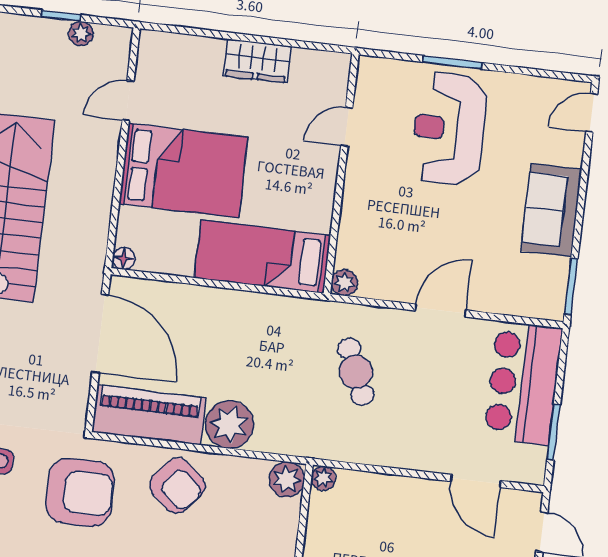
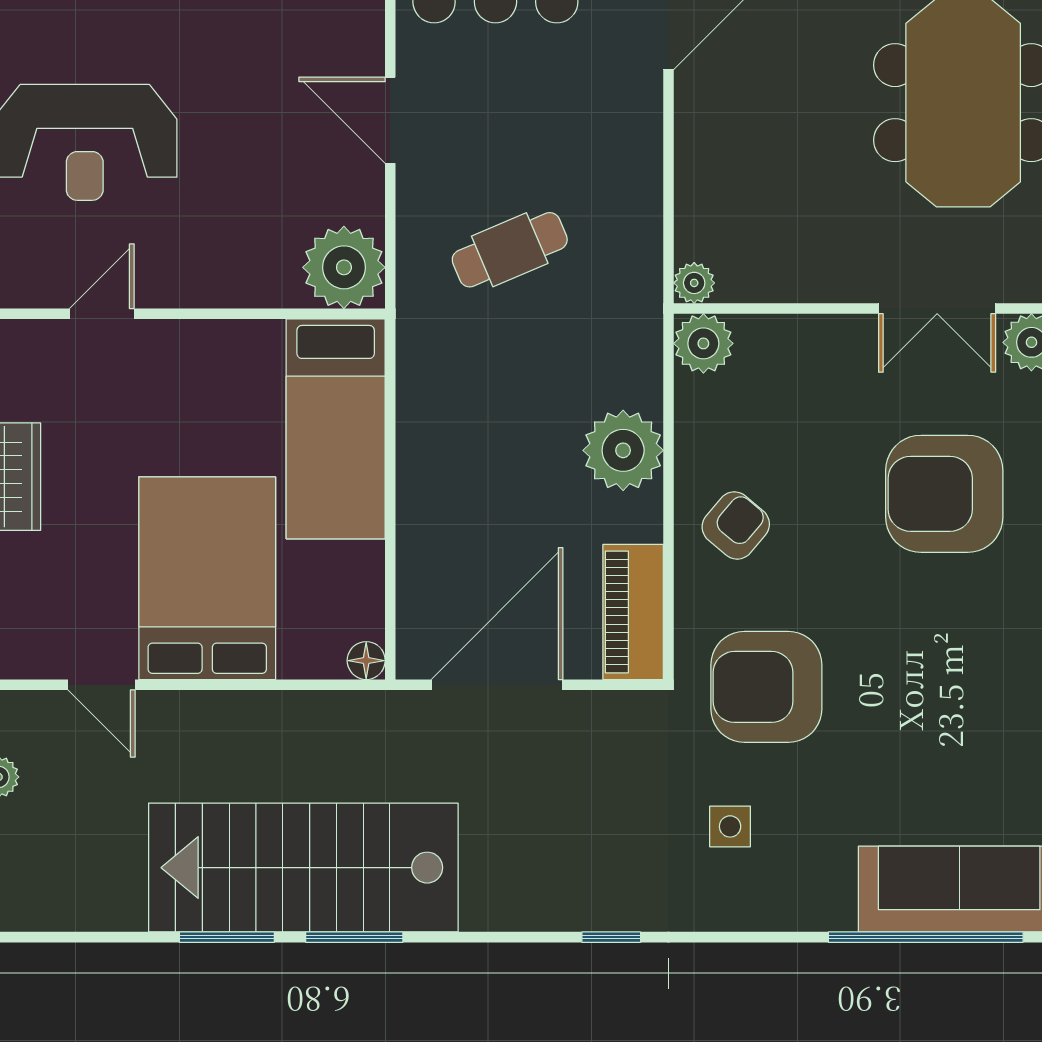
door: (347, 127) -> (102, 314), swing flipped
plant: (344, 283) -> (344, 267), width x1.88, depth x1.88
piano: (149, 415) -> (633, 612), width x0.73, depth x0.75
armchair: (177, 486) -> (736, 525), width x0.72, depth x0.72
armchair: (80, 492) -> (766, 687), turned -90

